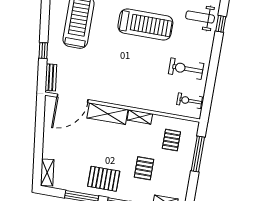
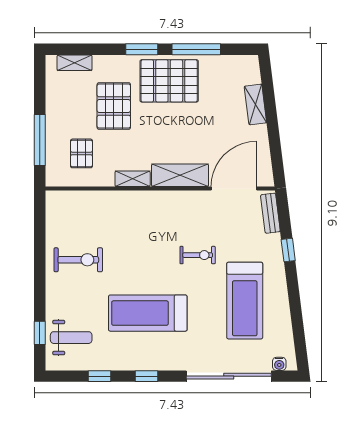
exercise bike: (189, 101) -> (198, 255), moved
pallet: (144, 168) -> (114, 106), width x1.50, depth x1.42
shelving: (47, 173) -> (255, 105), moved
pallet: (104, 179) -> (169, 81), width x1.37, depth x1.41

